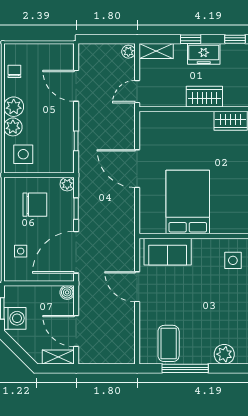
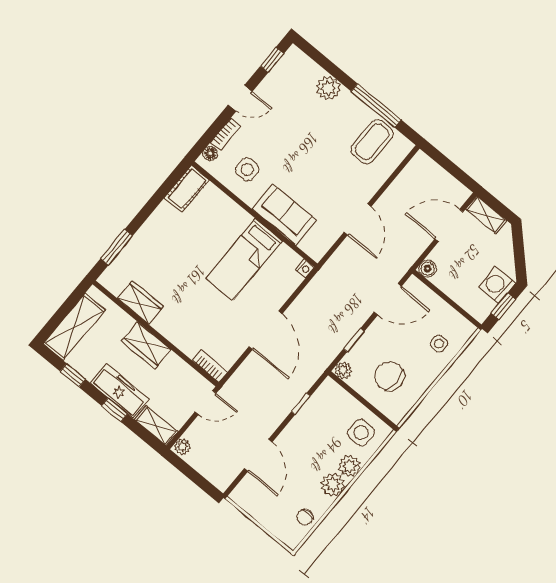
freezer: (204, 54) -> (120, 391), width x1.40
bookcase: (153, 117) -> (210, 366), added
bed: (188, 202) -> (244, 259), width x0.67
nightstand: (145, 228) -> (305, 269), added
door: (76, 252) -> (388, 299), width x0.73
sofa: (168, 252) -> (284, 214), moved
door: (76, 331) -> (449, 225), swing flipped

